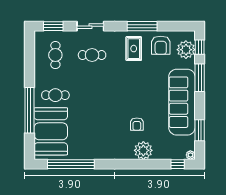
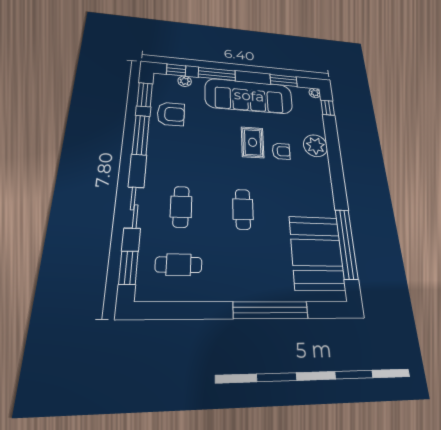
window: (175, 26) -> (145, 95), added
rug: (134, 49) -> (253, 142), moved, turned 90
plant: (186, 50) -> (185, 81), width x0.53, depth x0.53
cafe table: (55, 95) -> (243, 209), moved
booth: (51, 131) -> (317, 253), moved, turned 90

